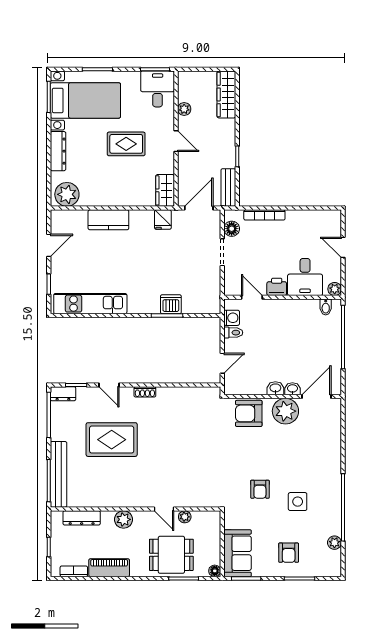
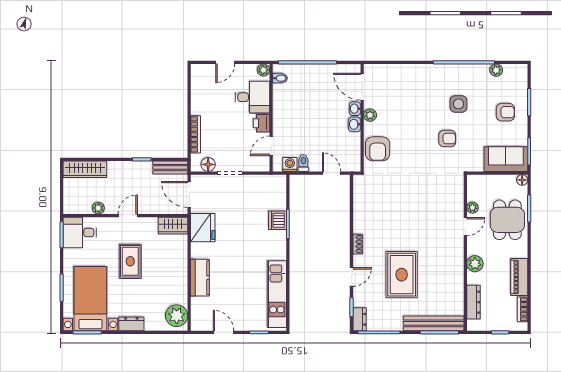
dresser: (58, 151) -> (131, 324), width x0.70
fridge: (163, 220) -> (203, 228), width x1.88, depth x1.34
plant: (285, 411) -> (370, 115), width x0.53, depth x0.53

